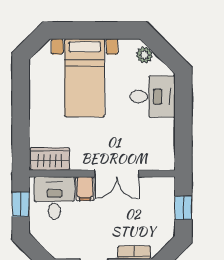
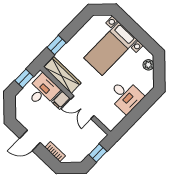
desk: (153, 97) -> (126, 96), moved
window: (21, 132) -> (57, 45), added
wardrobe: (50, 159) -> (62, 75), width x1.50

